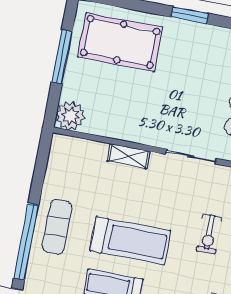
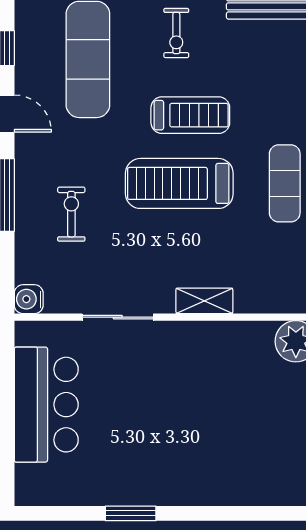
window: (189, 15) -> (131, 513), moved
pool table: (120, 42) -> (246, 457), removed

